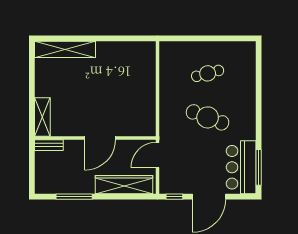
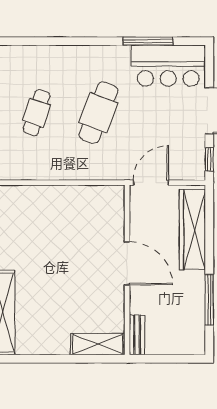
cafe table: (208, 73) -> (37, 113), turned 33
door: (158, 155) -> (151, 183), swing flipped
window: (259, 167) -> (148, 41), moved

